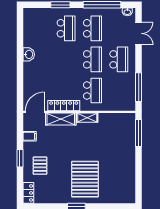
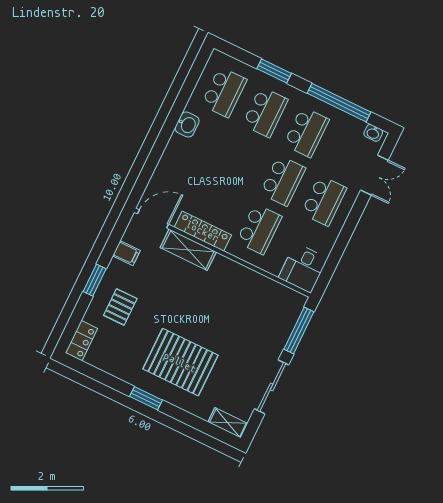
school desk: (40, 28) -> (224, 92), added
window: (139, 87) -> (334, 259), removed
desk: (125, 100) -> (303, 268), added
shelving: (87, 118) -> (228, 423), moved
sliding door: (139, 169) -> (272, 387), added
pallet: (85, 179) -> (180, 362), turned 90

